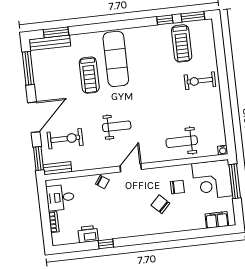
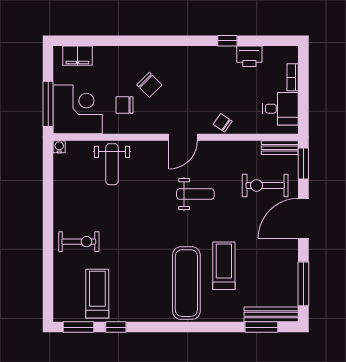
weight bench: (117, 126) -> (195, 194), turned 180
weight bench: (182, 142) -> (112, 164), turned 90

